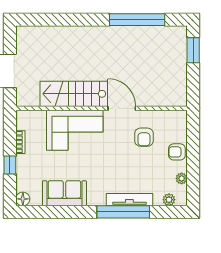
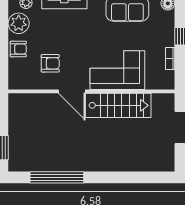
armchair: (144, 137) -> (50, 63), turned 90
plant: (182, 178) -> (19, 23), width x1.88, depth x1.88

